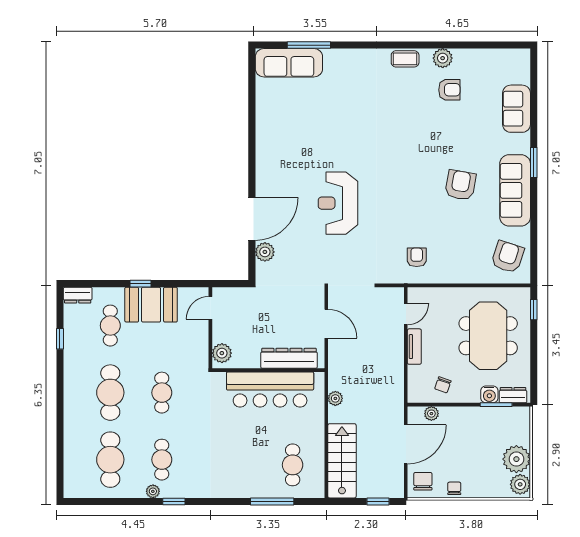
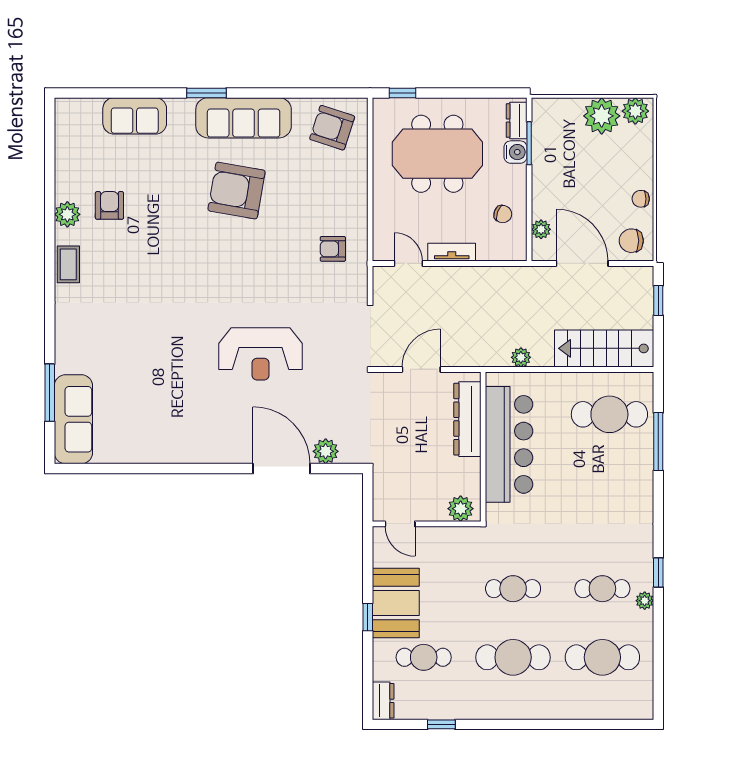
armchair: (460, 185) -> (237, 191), width x1.36, depth x1.36
cafe table: (293, 465) -> (609, 414), width x1.37, depth x1.35

